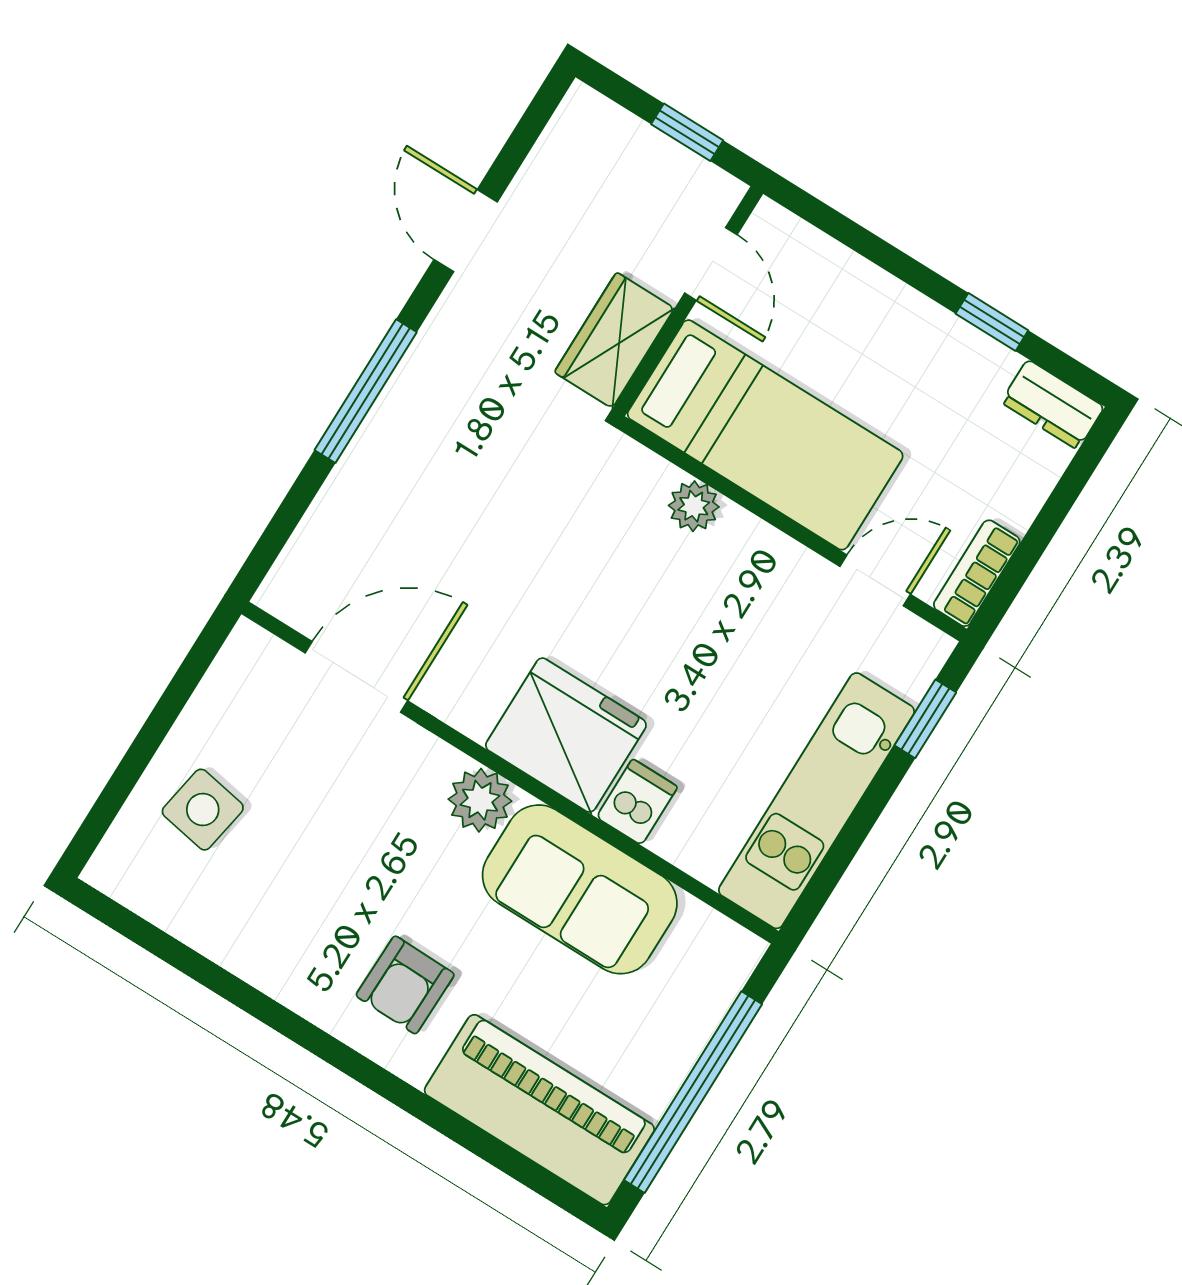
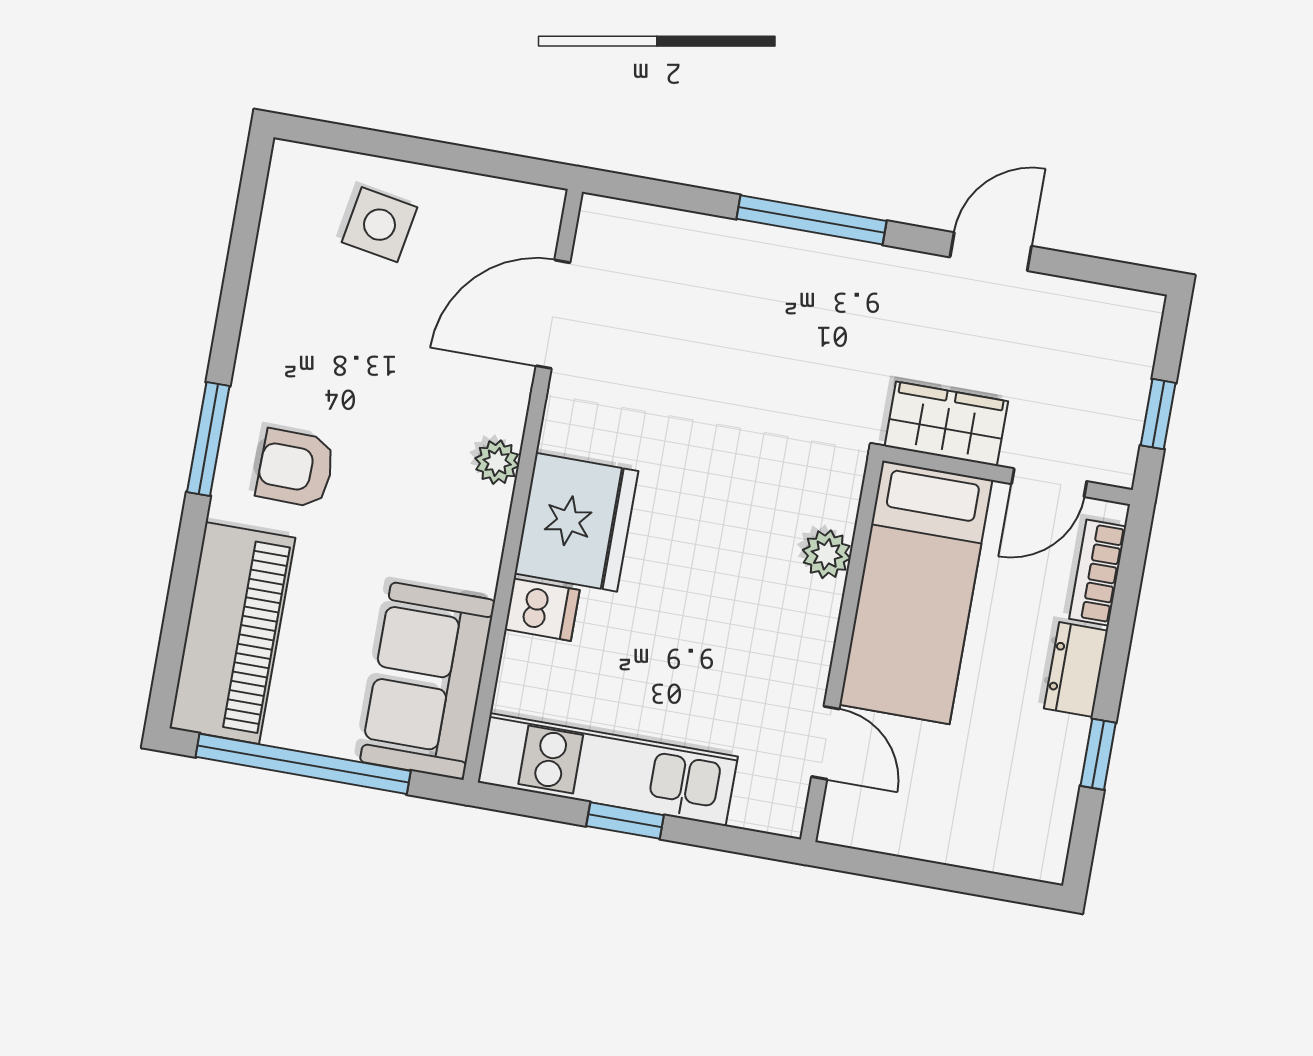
dresser: (1053, 405) -> (1076, 670), moved
bookcase: (977, 573) -> (1098, 573), moved, turned -90
door: (356, 677) -> (553, 314), swing flipped
window: (925, 719) -> (625, 821), moved
plant: (480, 800) -> (497, 462), width x0.73, depth x0.73
sofa: (580, 889) -> (427, 681), moved
window: (343, 1058) -> (208, 439), added

